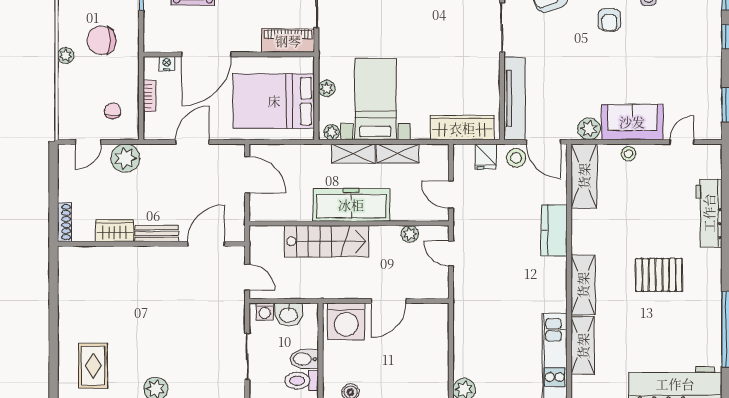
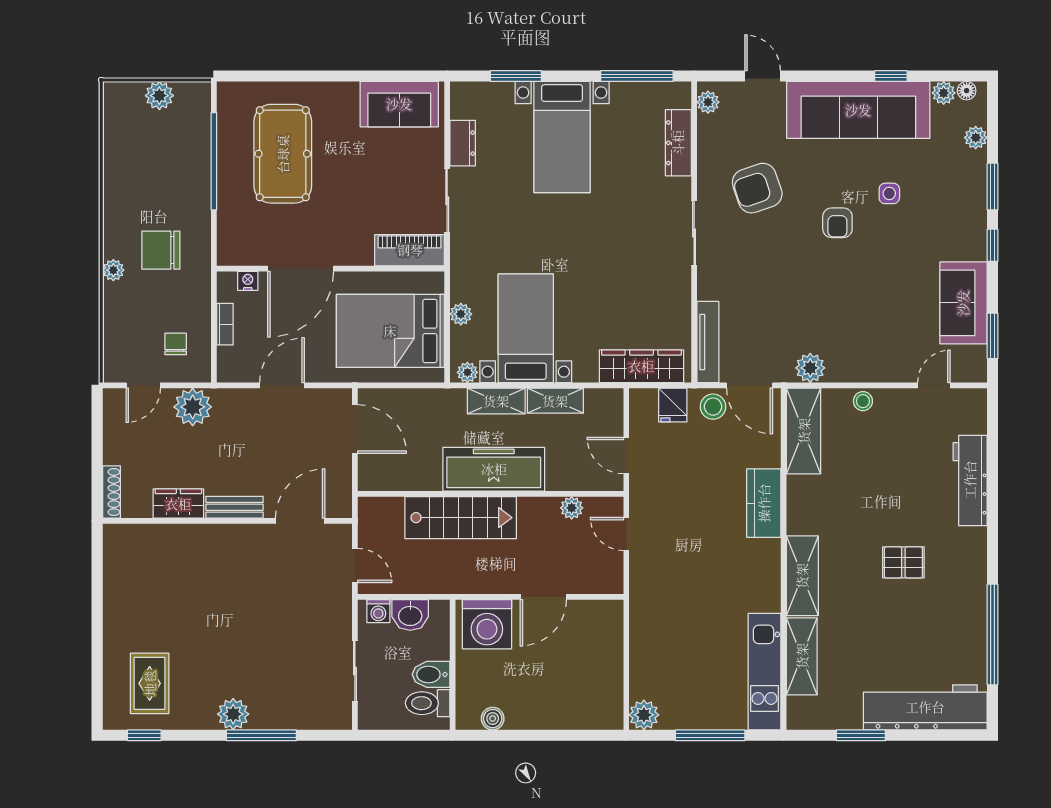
tv unit: (514, 98) -> (708, 342), width x0.73, depth x0.78
sofa: (632, 122) -> (963, 303), moved, turned -90
pallet: (659, 275) -> (903, 562), width x0.67, depth x0.71

